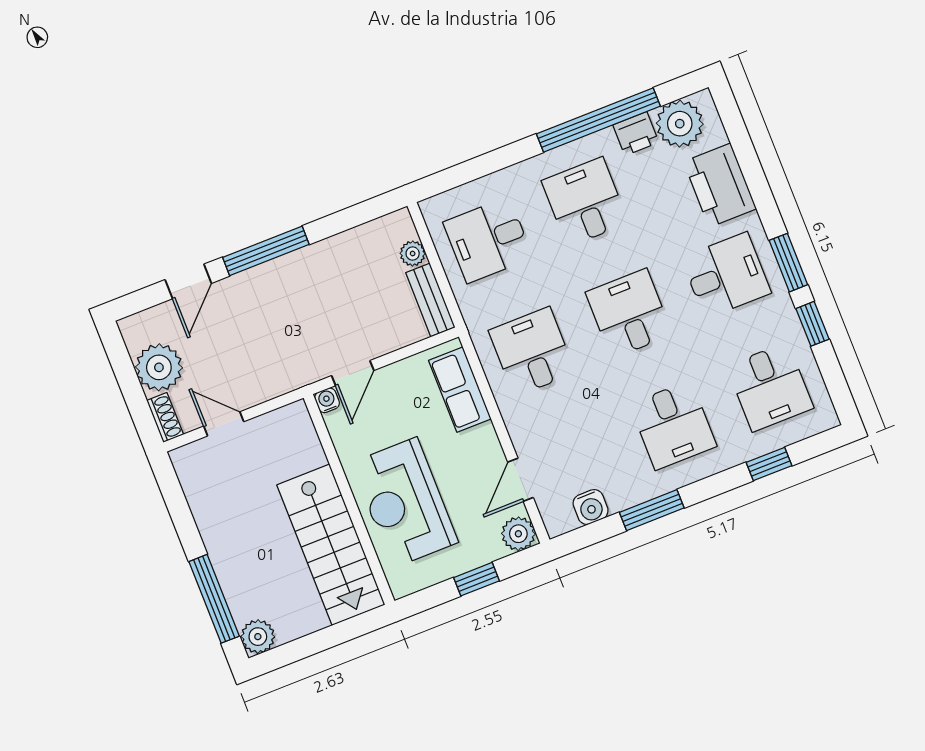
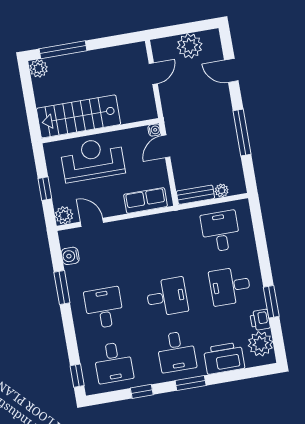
window: (598, 120) -> (271, 302), width x0.47
desk: (585, 202) -> (230, 286), turned 180
window: (266, 251) -> (242, 133), moved
window: (788, 263) -> (191, 383), moved
desk: (532, 352) -> (158, 242), removed
door: (353, 373) -> (166, 146), hinge flipped
desk: (770, 387) -> (113, 363), turned -90
shoe rack: (165, 417) -> (163, 44), removed
desk: (673, 425) -> (104, 308), turned 90
window: (769, 464) -> (77, 376), moved

